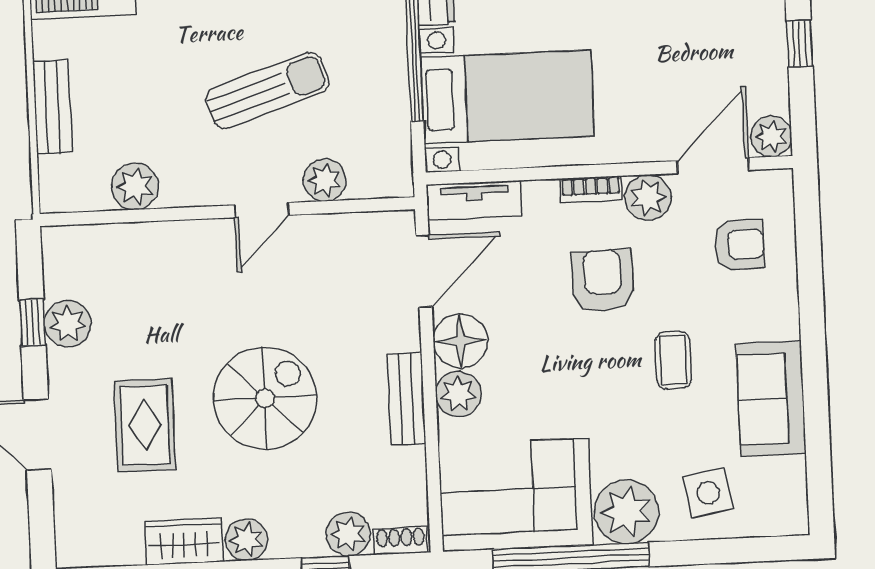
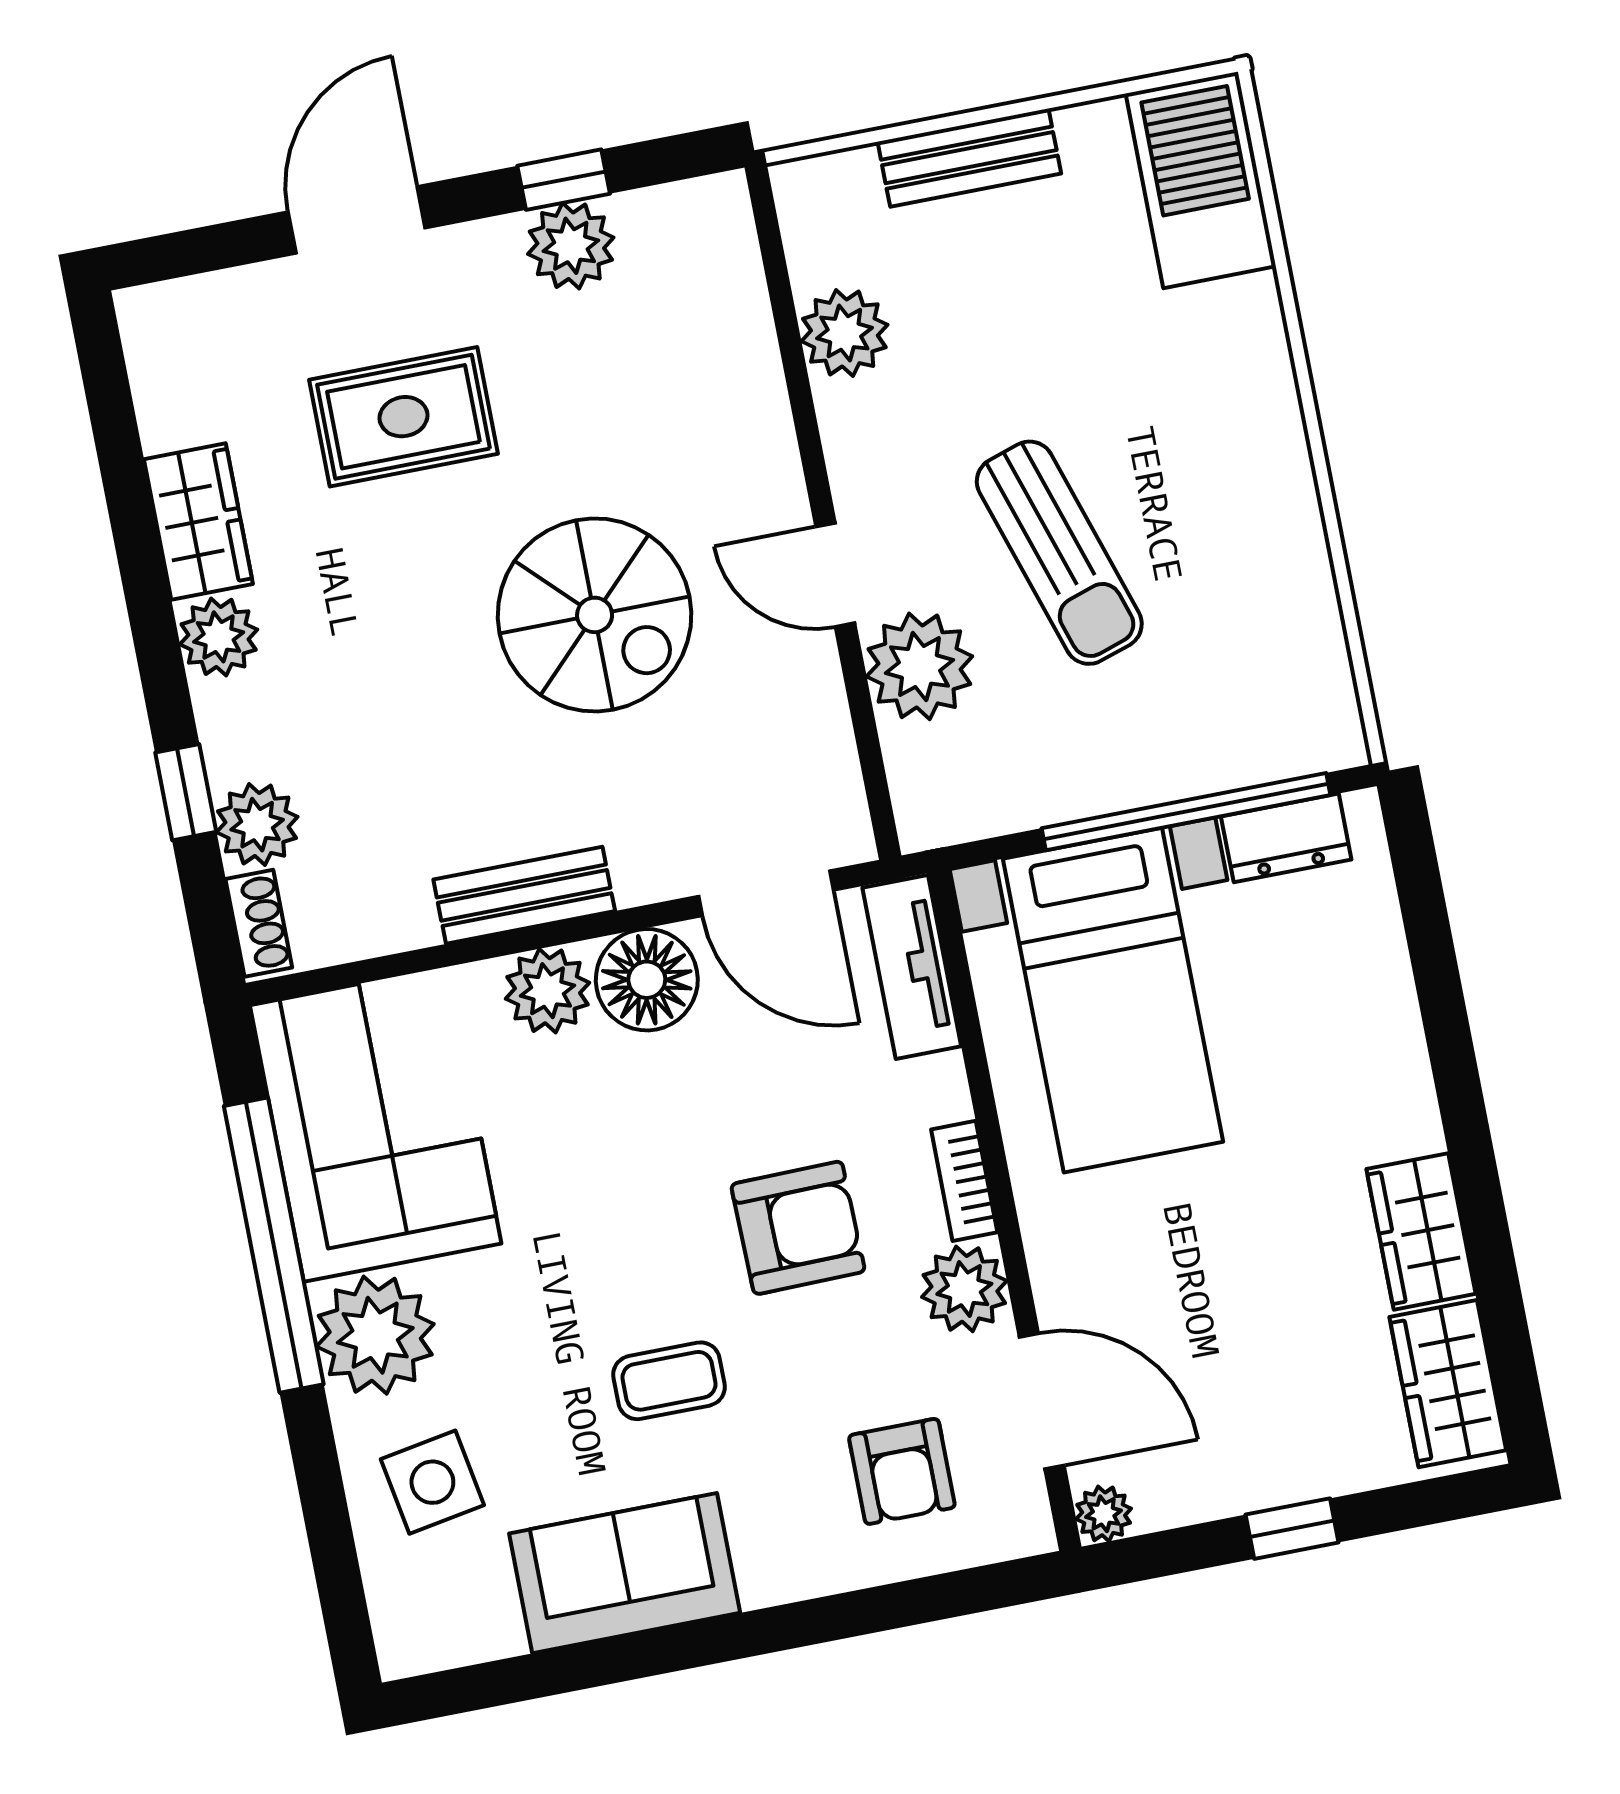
plant: (771, 136) -> (1104, 1514), width x0.73, depth x0.73
plant: (324, 180) -> (919, 666), width x1.36, depth x1.36
spiral stairs: (265, 398) -> (595, 615), moved

